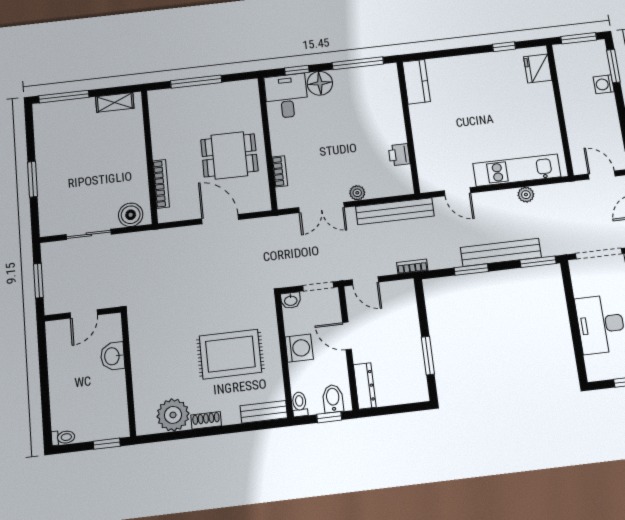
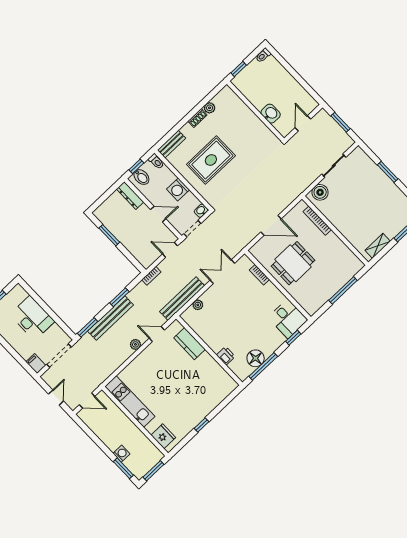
window: (504, 47) -> (202, 425), moved
kitchen counter: (416, 82) -> (190, 344), moved
floor lamp: (320, 83) -> (256, 358), moved
printer: (399, 155) -> (226, 356), moved
kitchen unit: (517, 170) -> (130, 401), moved, turned -90
plant: (357, 193) -> (198, 305), moved
plant: (526, 195) -> (135, 344), moved
plant: (173, 415) -> (210, 108), width x0.53, depth x0.53

